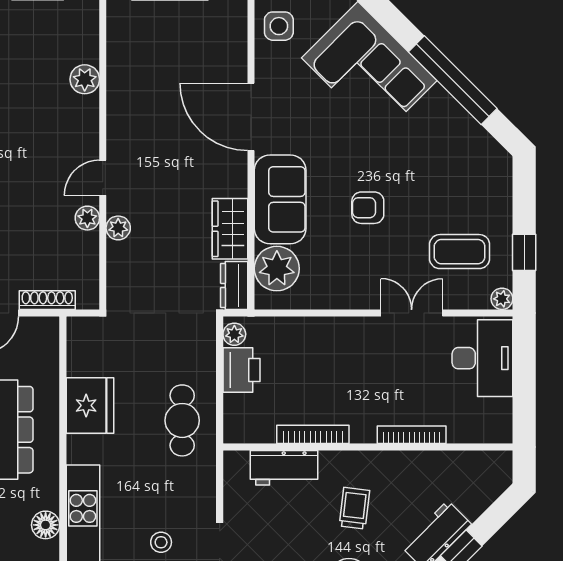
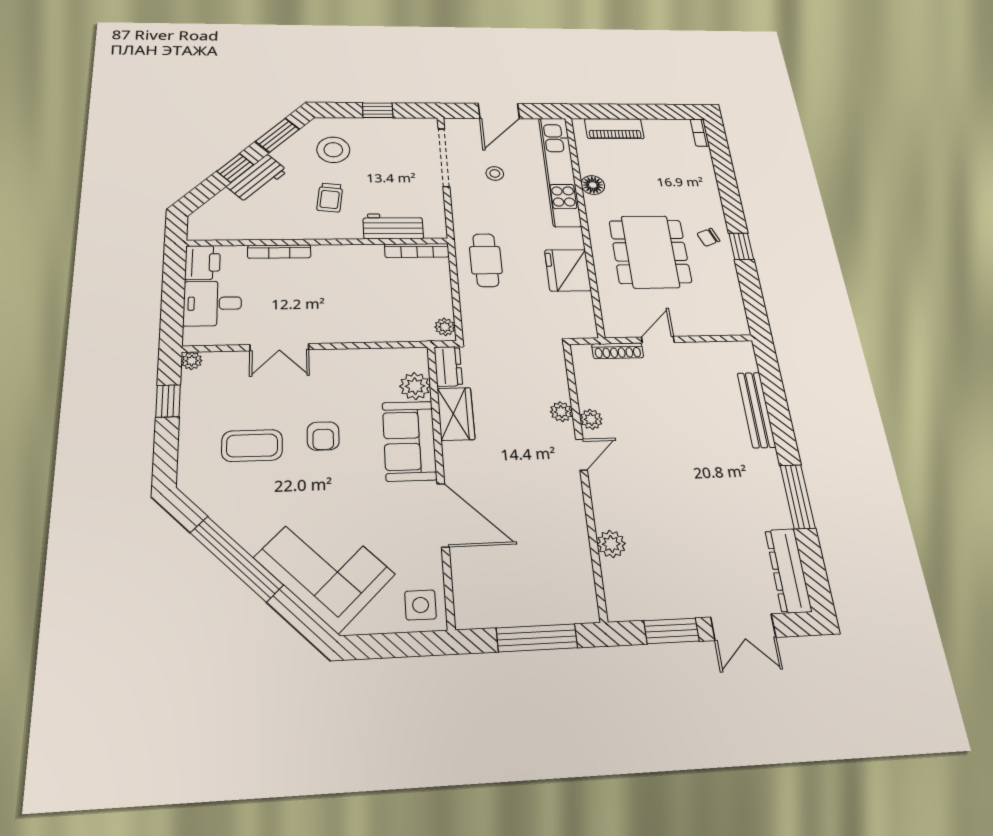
armchair: (368, 208) -> (323, 436), turned 90
coffee table: (460, 252) -> (252, 446), moved
plant: (277, 269) -> (415, 386), width x0.73, depth x0.73
desk: (482, 358) -> (212, 303), width x0.73
printer: (241, 370) -> (203, 263), moved, turned 180
bookcase: (313, 434) -> (417, 250), moved

